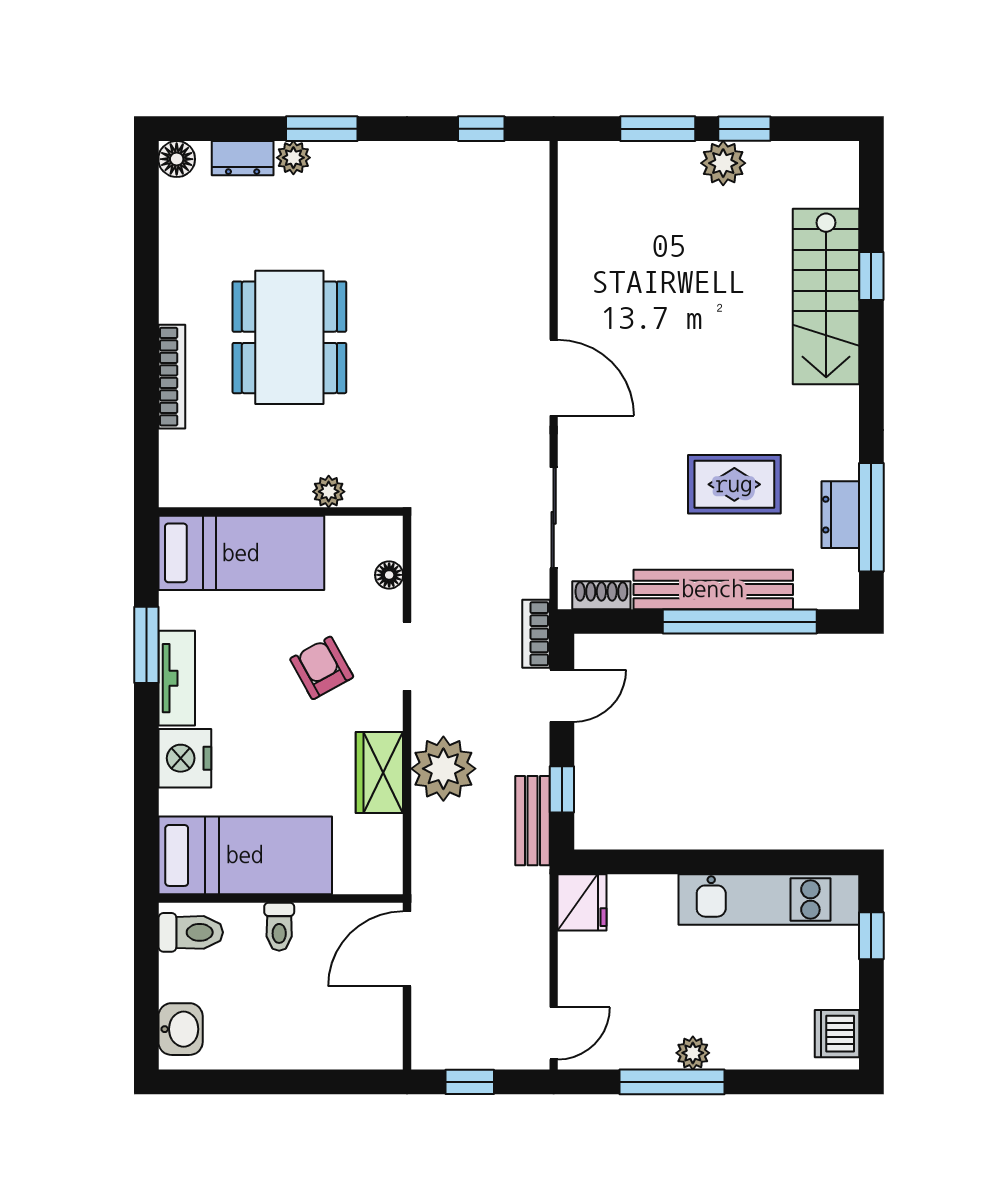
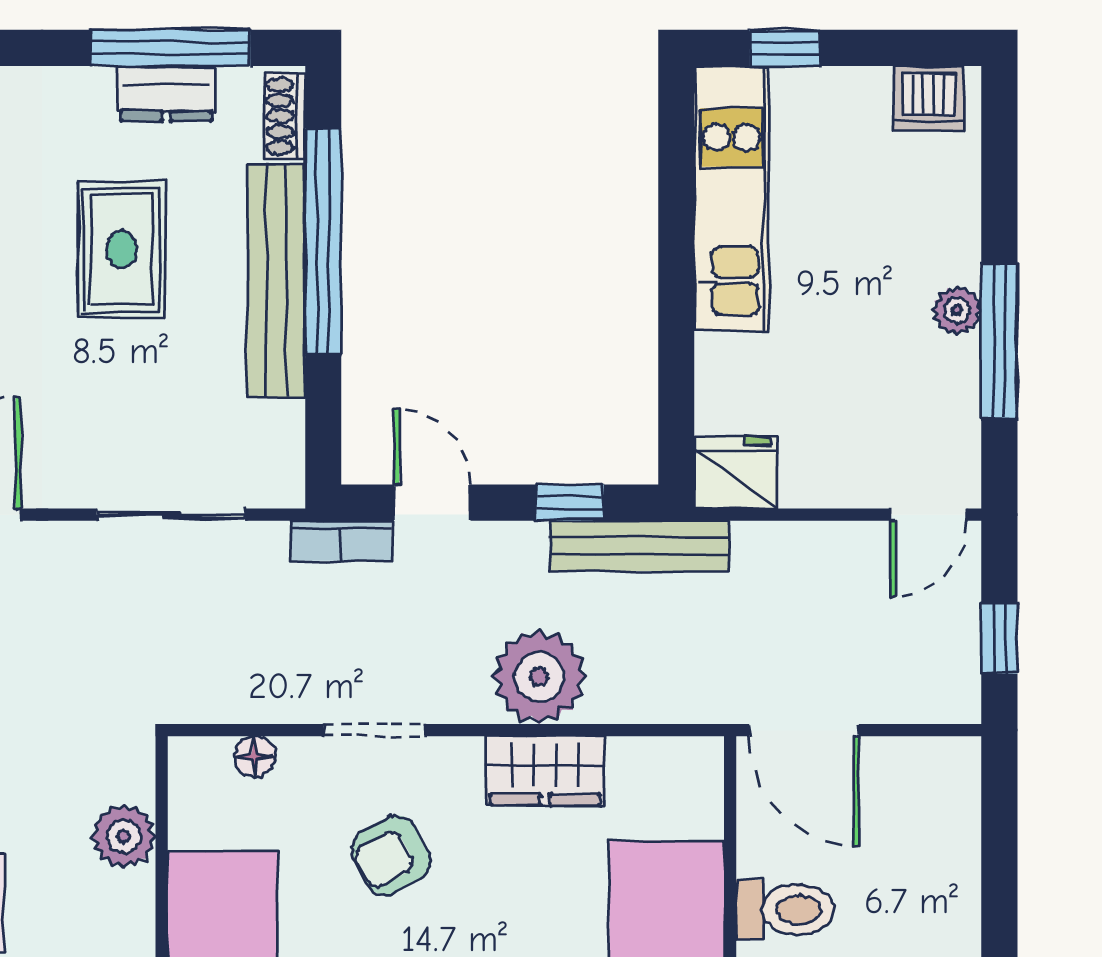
plant: (329, 492) -> (124, 836), width x1.38, depth x1.38
shoe rack: (601, 595) -> (285, 116), moved
bench: (532, 821) -> (640, 546), width x1.36
toilet: (279, 927) -> (785, 910), width x1.37, depth x1.39
door: (554, 1033) -> (928, 515), swing flipped

